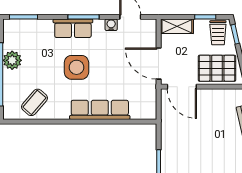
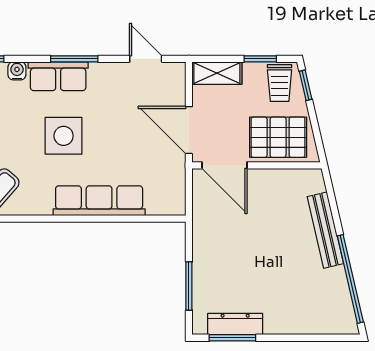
water cooler: (111, 25) -> (17, 71), moved

